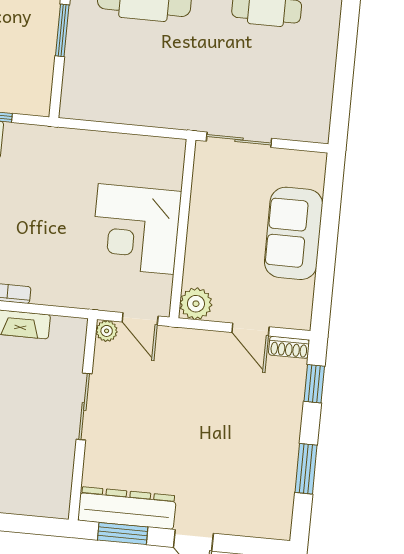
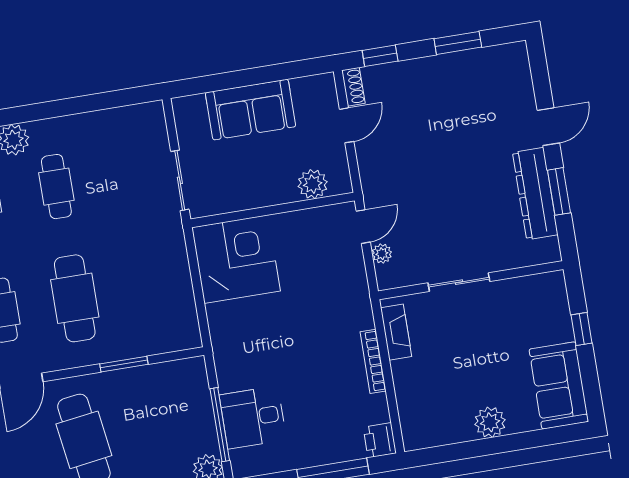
corner desk: (136, 229) -> (236, 259), moved, turned -90
plant: (196, 304) -> (313, 184), moved
sliding door: (84, 406) -> (459, 282), moved
wall: (83, 419) -> (471, 280), moved

